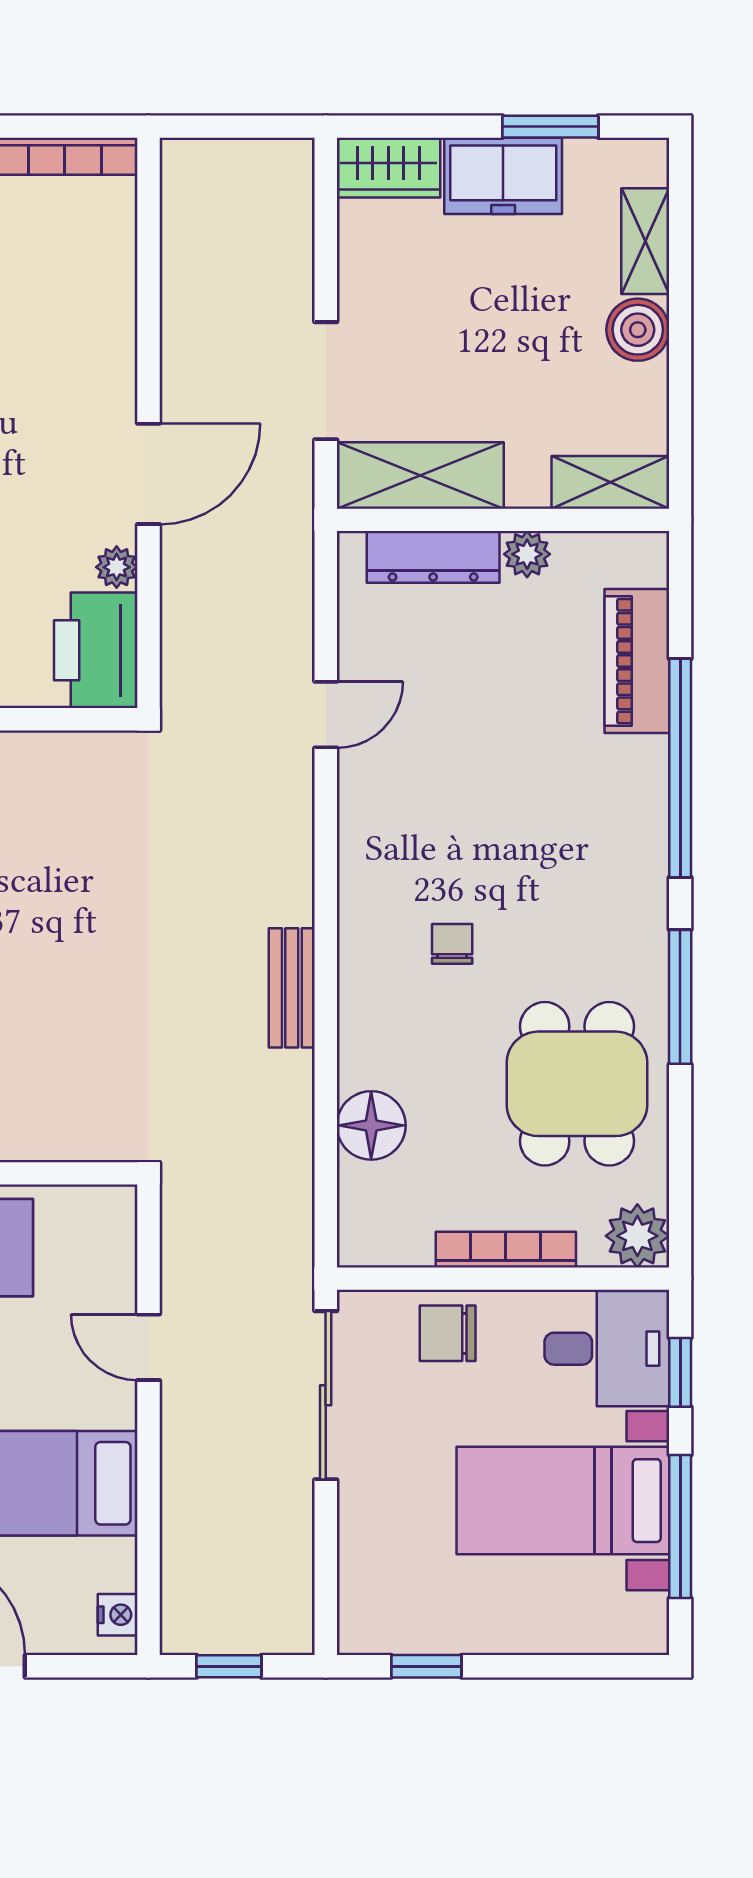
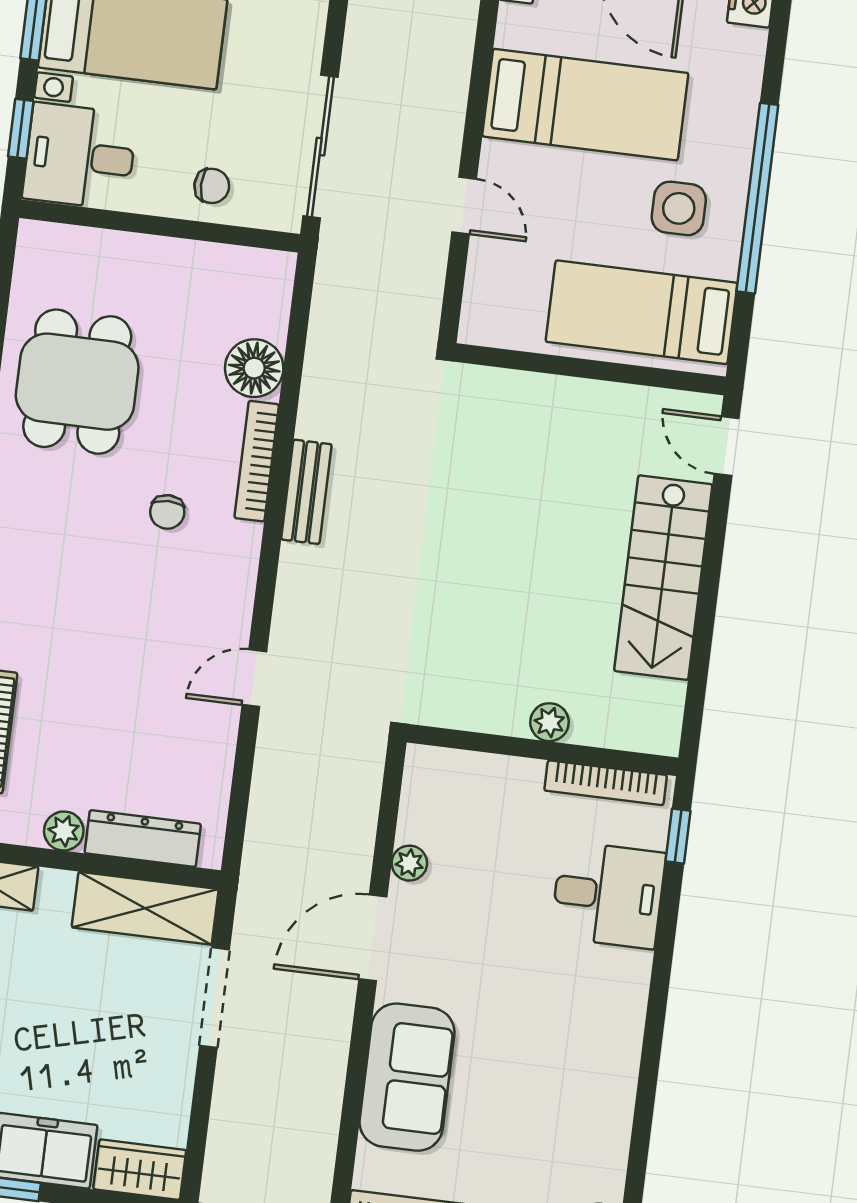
sofa: (88, 315) -> (407, 1077), added
printer: (96, 650) -> (436, 795), removed
door: (326, 715) -> (254, 678), moved
plant: (637, 1236) -> (42, 248), removed
bookcase: (506, 1250) -> (257, 461), moved, turned 90
chair: (448, 1333) -> (212, 186), width x0.73, depth x0.73

